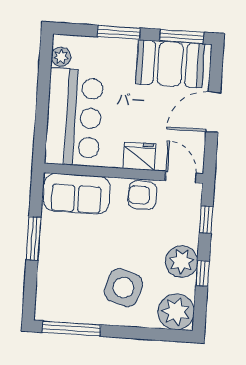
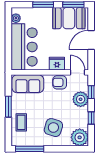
plant: (182, 262) -> (81, 99), moved
coffee table: (58, 273) -> (21, 122), added

